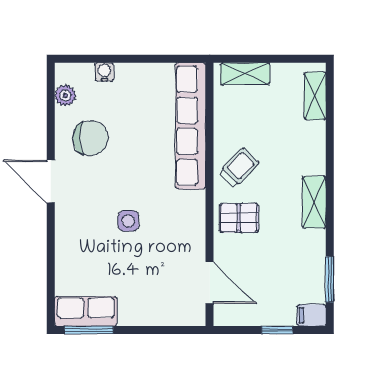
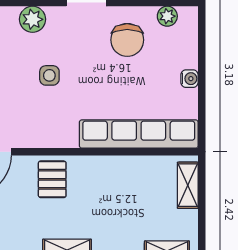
water cooler: (104, 72) -> (189, 79), moved
trolley: (239, 167) -> (100, 179), removed
plant: (69, 239) -> (33, 19), added

